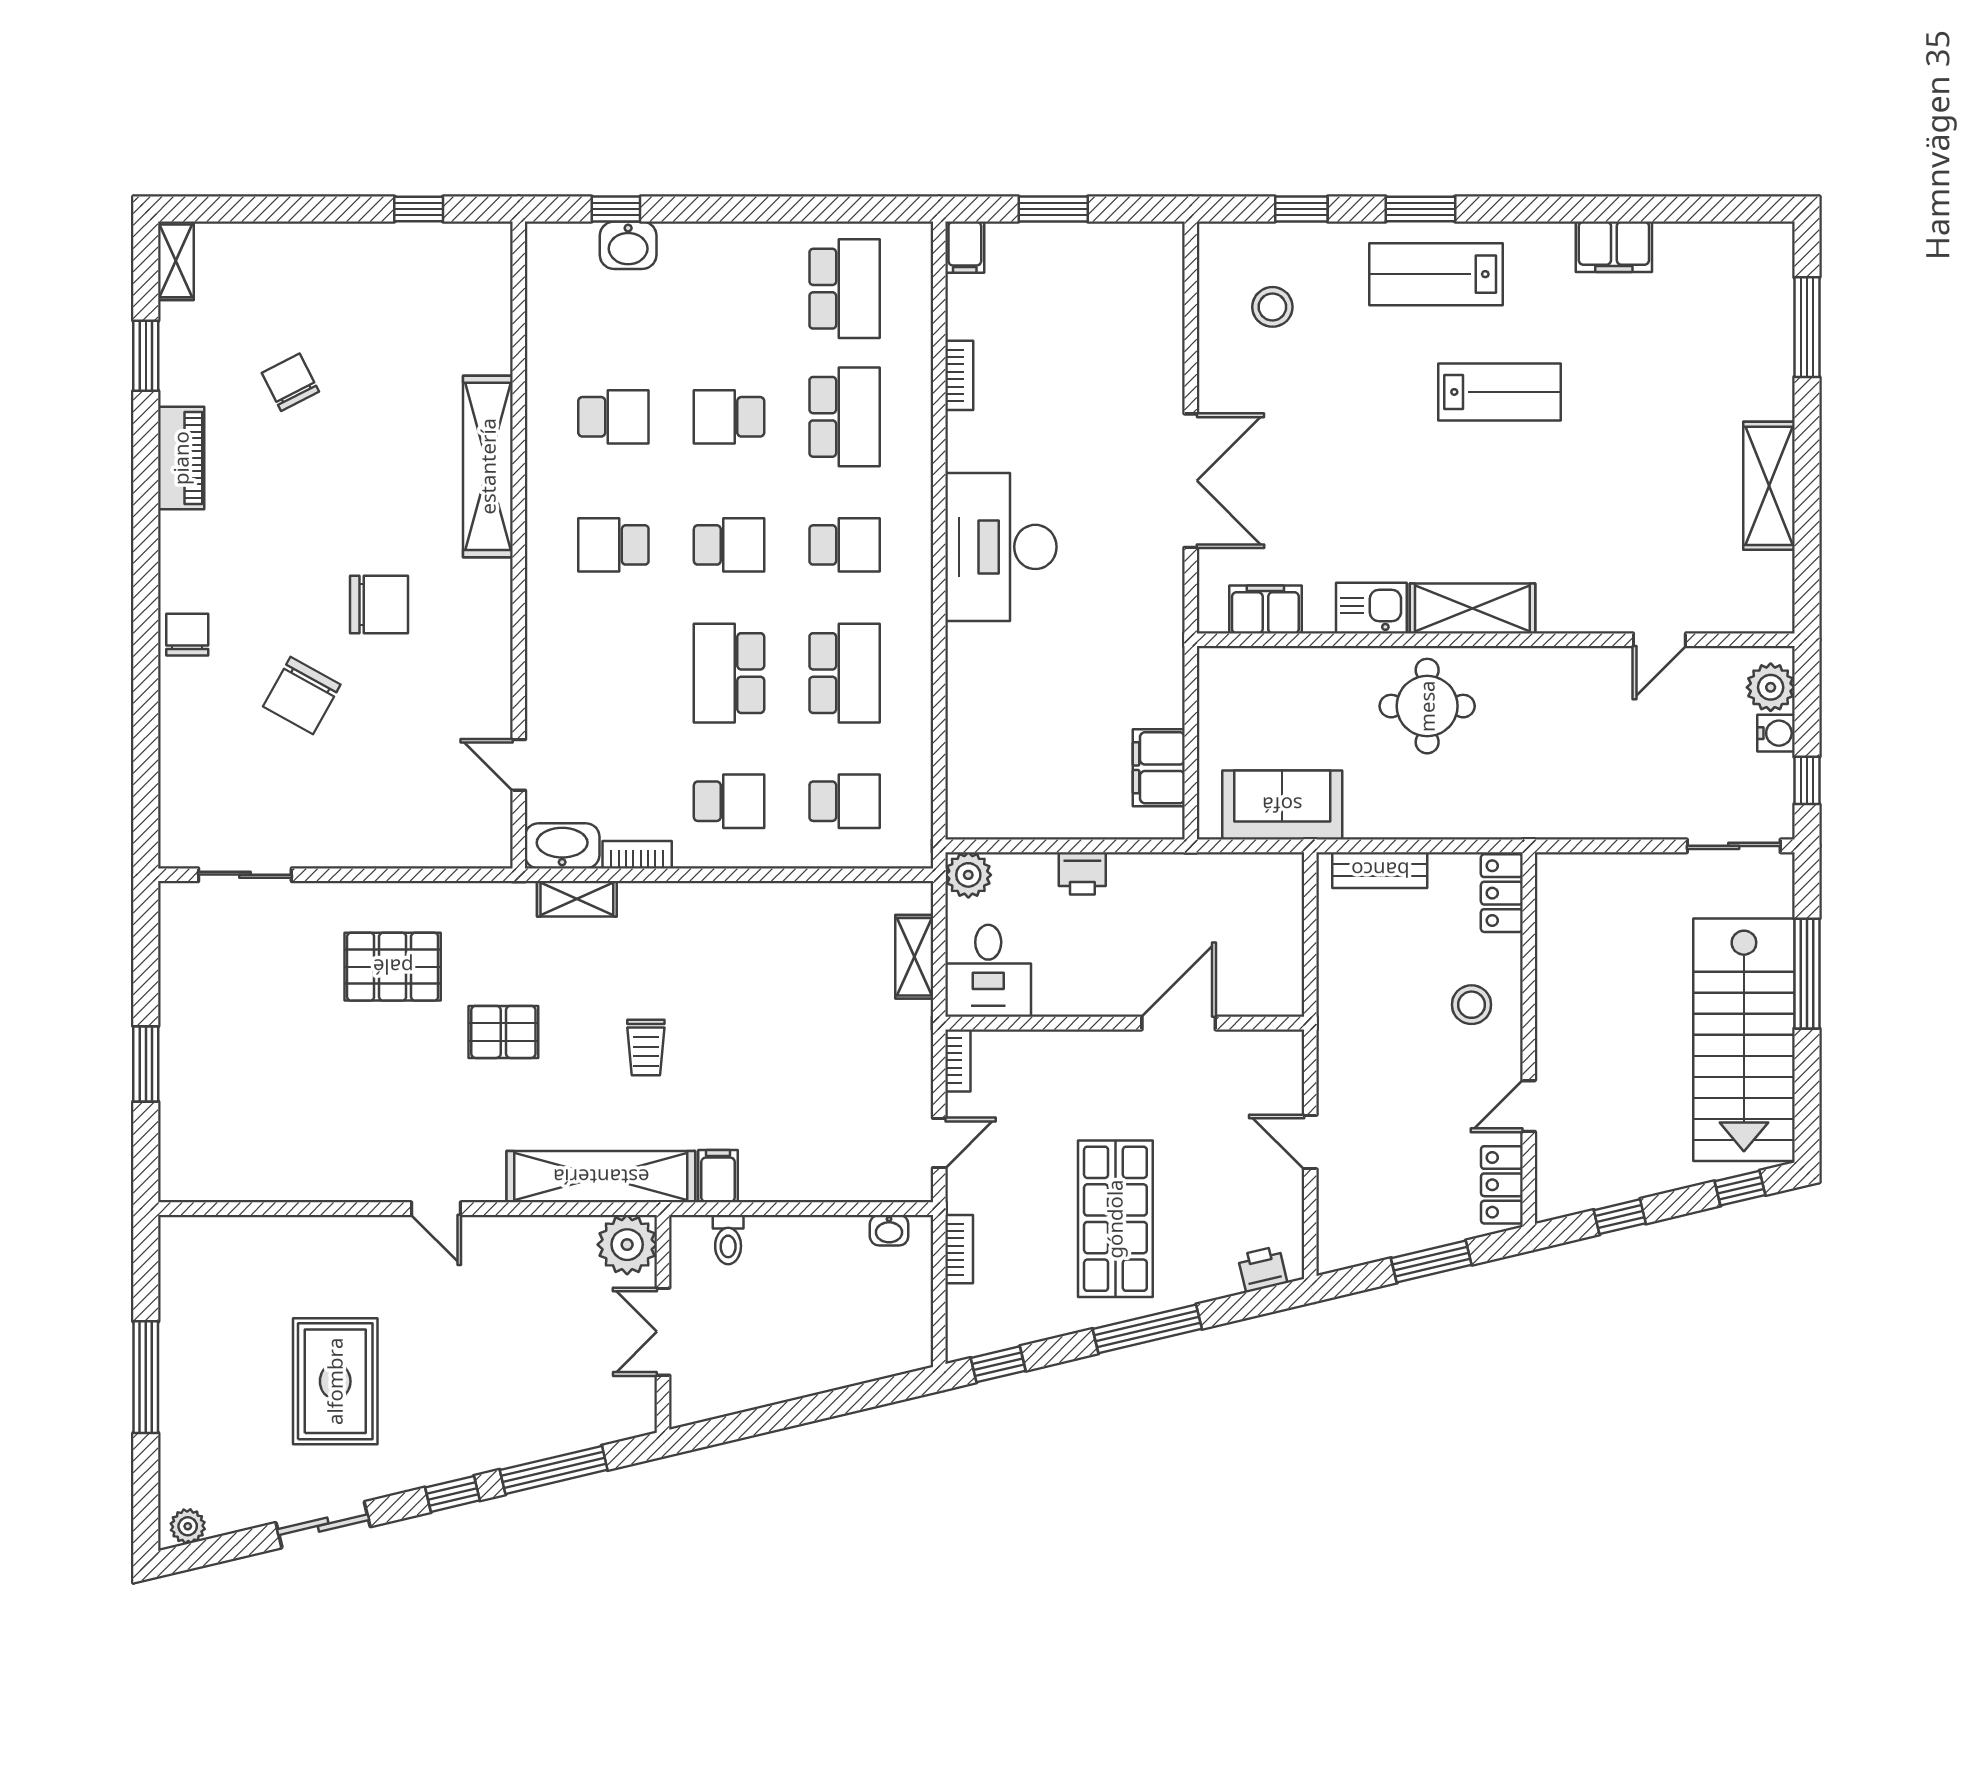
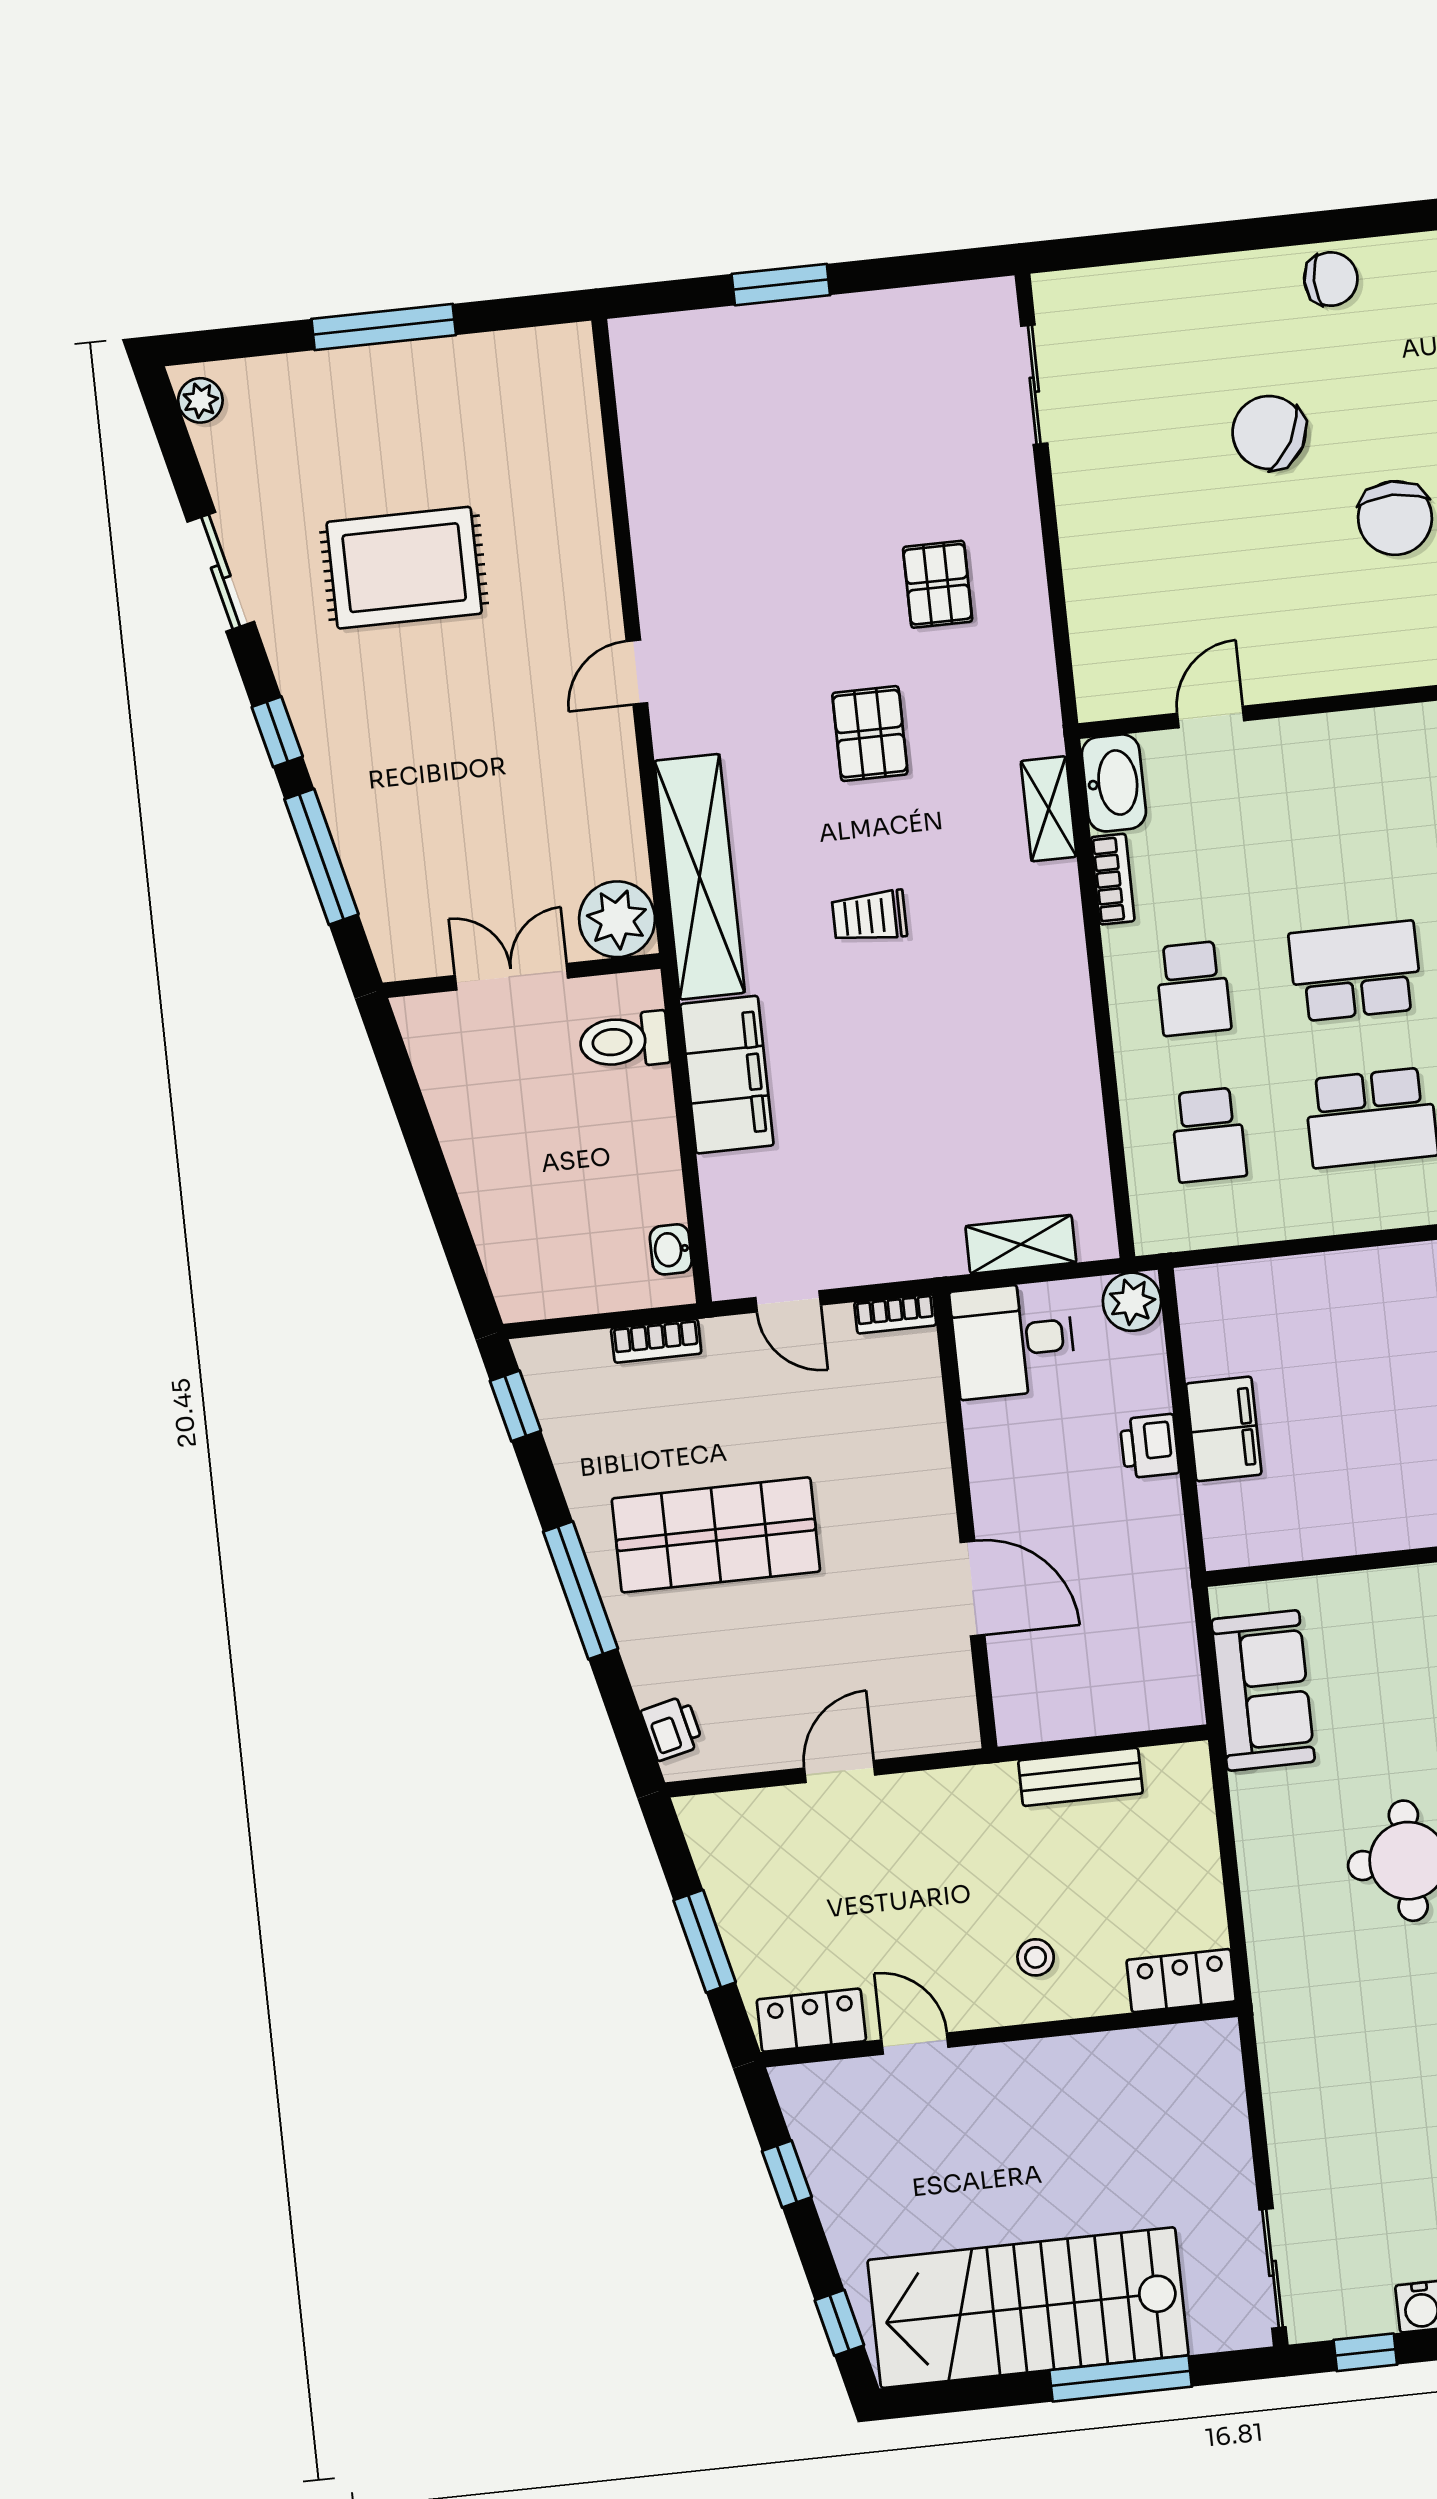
filing cabinet: (1159, 768) -> (1224, 1429), moved, turned 90
bench: (1380, 870) -> (1081, 1777), moved, turned 90
pallet: (393, 967) -> (938, 584), width x0.67, depth x0.71
stool: (1472, 1005) -> (1036, 1957), width x0.73, depth x0.73
filing cabinet: (718, 1176) -> (727, 1075), width x3.00, depth x1.17
toilet: (728, 1240) -> (624, 1041), width x1.37, depth x1.39

